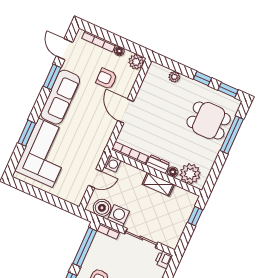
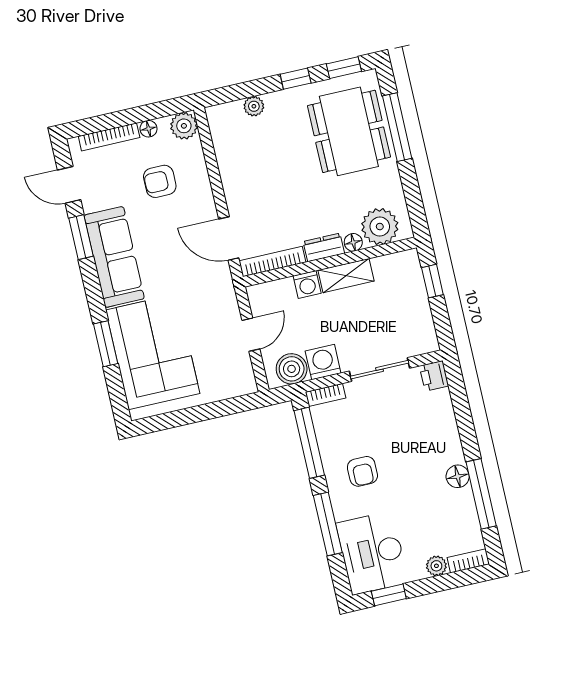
door: (126, 111) -> (229, 238), moved
dining table: (209, 120) -> (349, 131), width x1.38
washing machine: (112, 164) -> (307, 284), moved, turned 90

